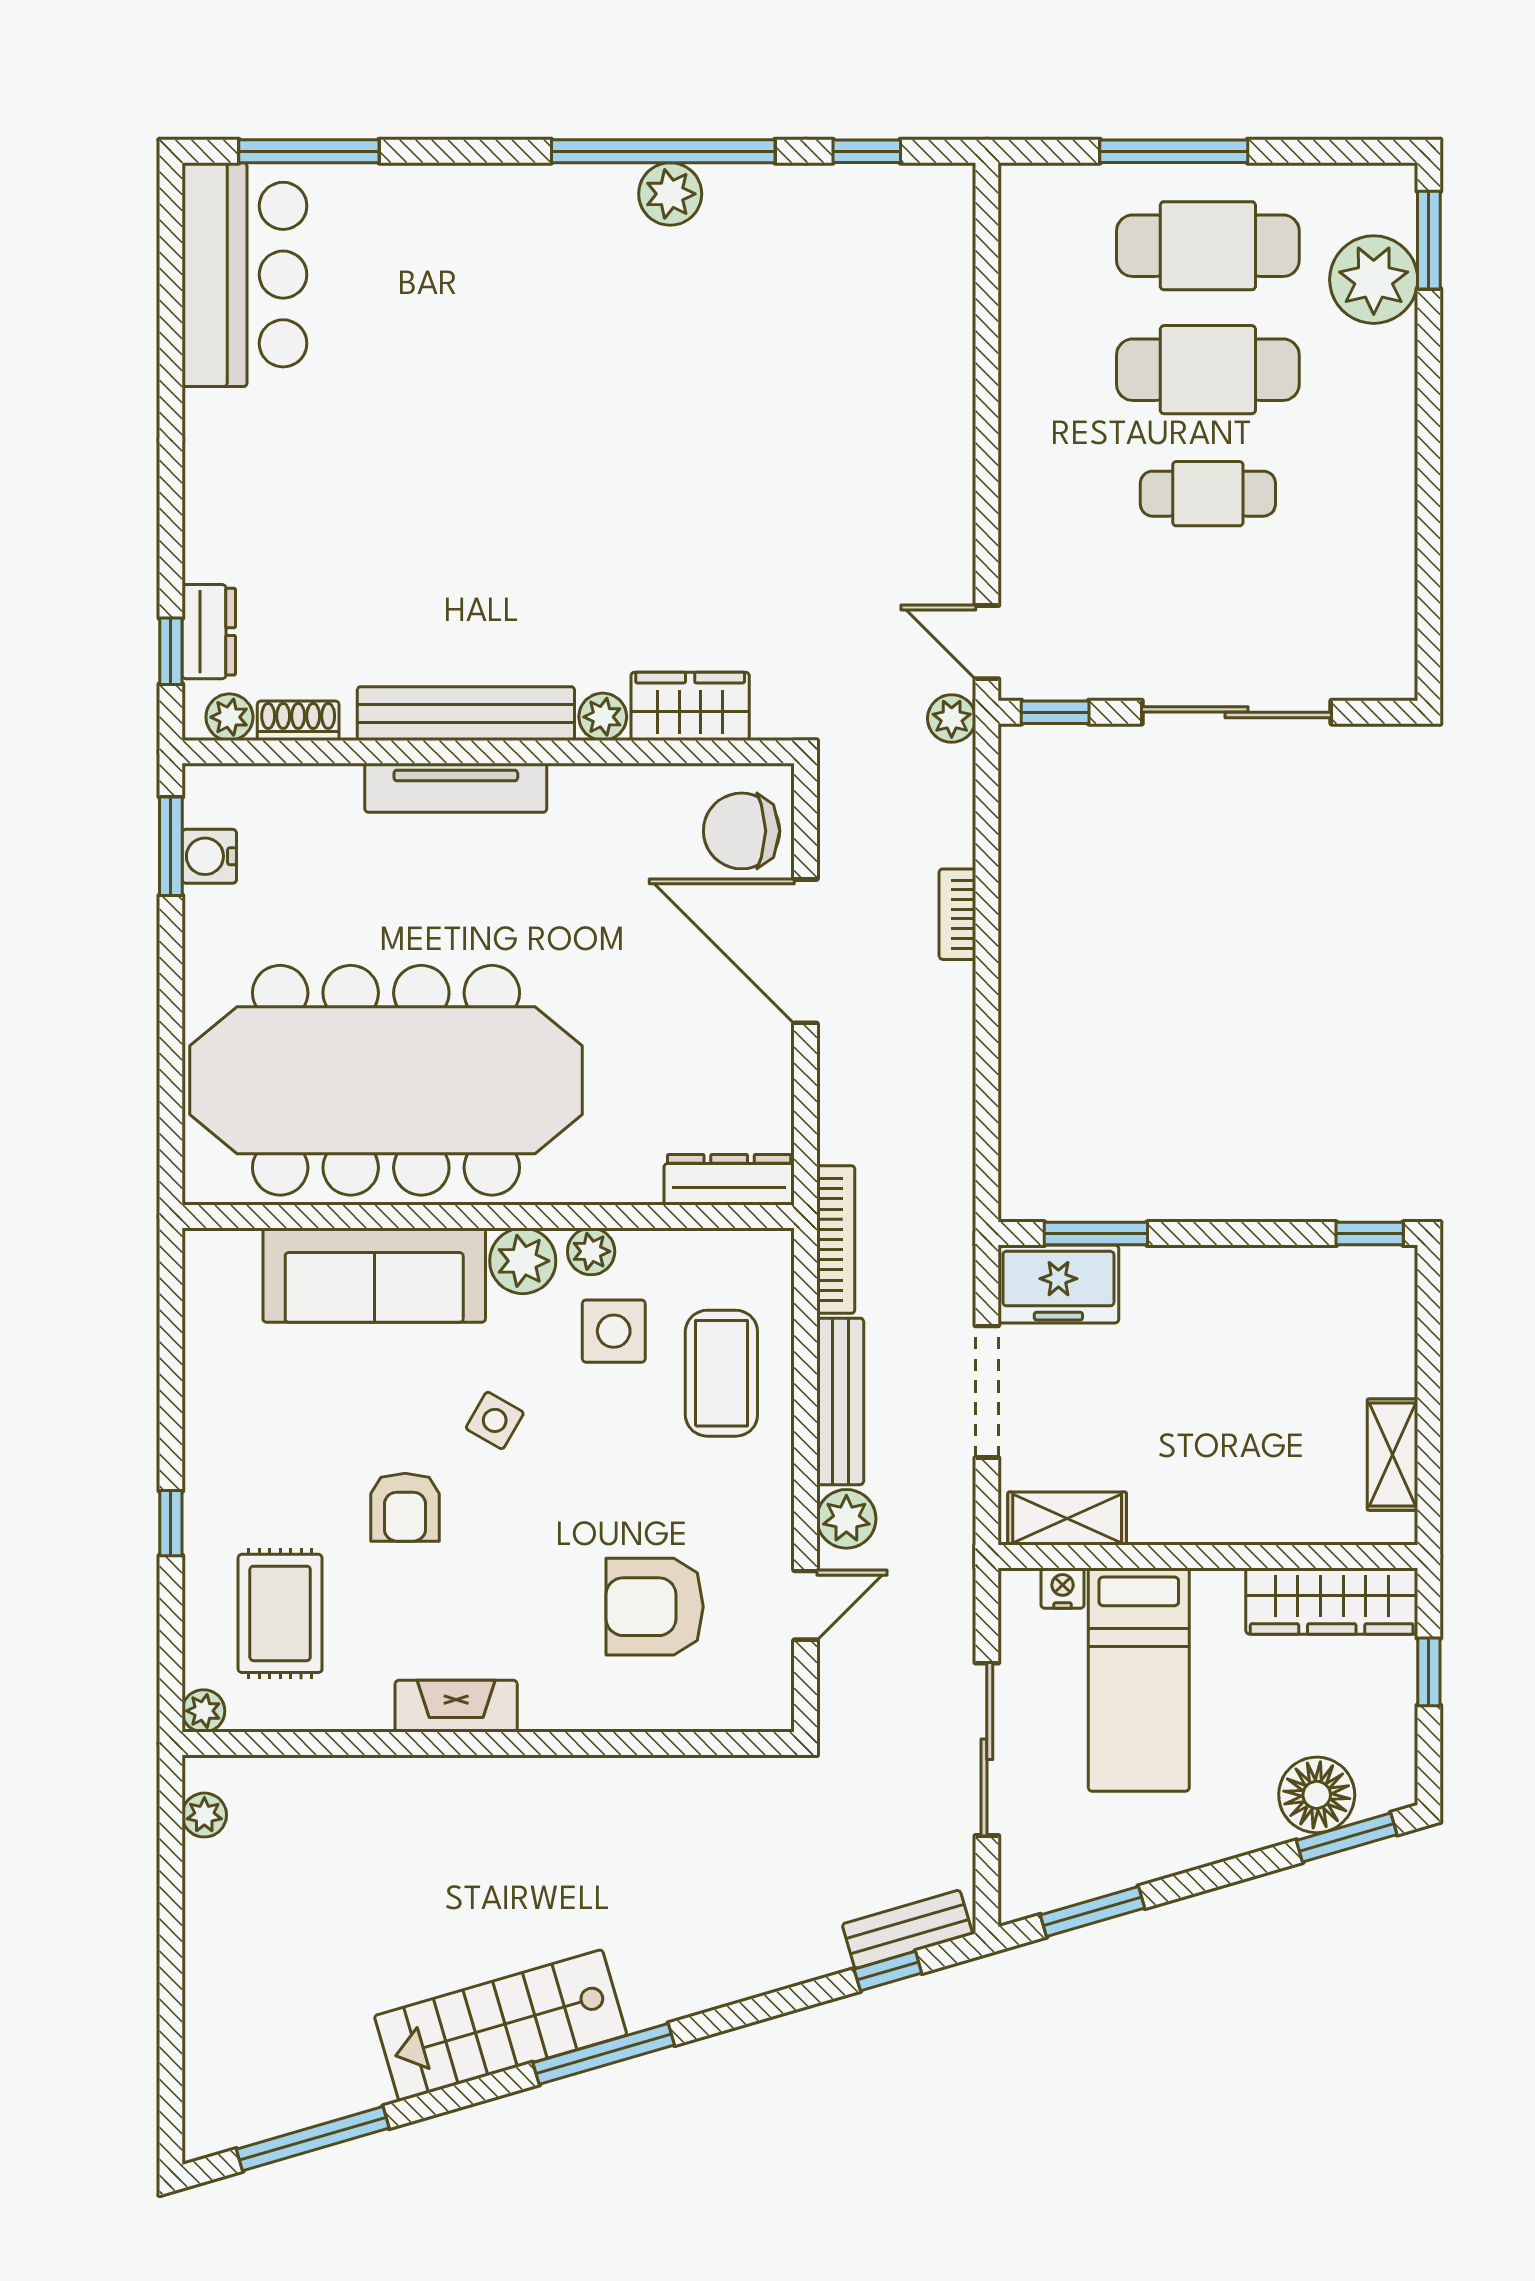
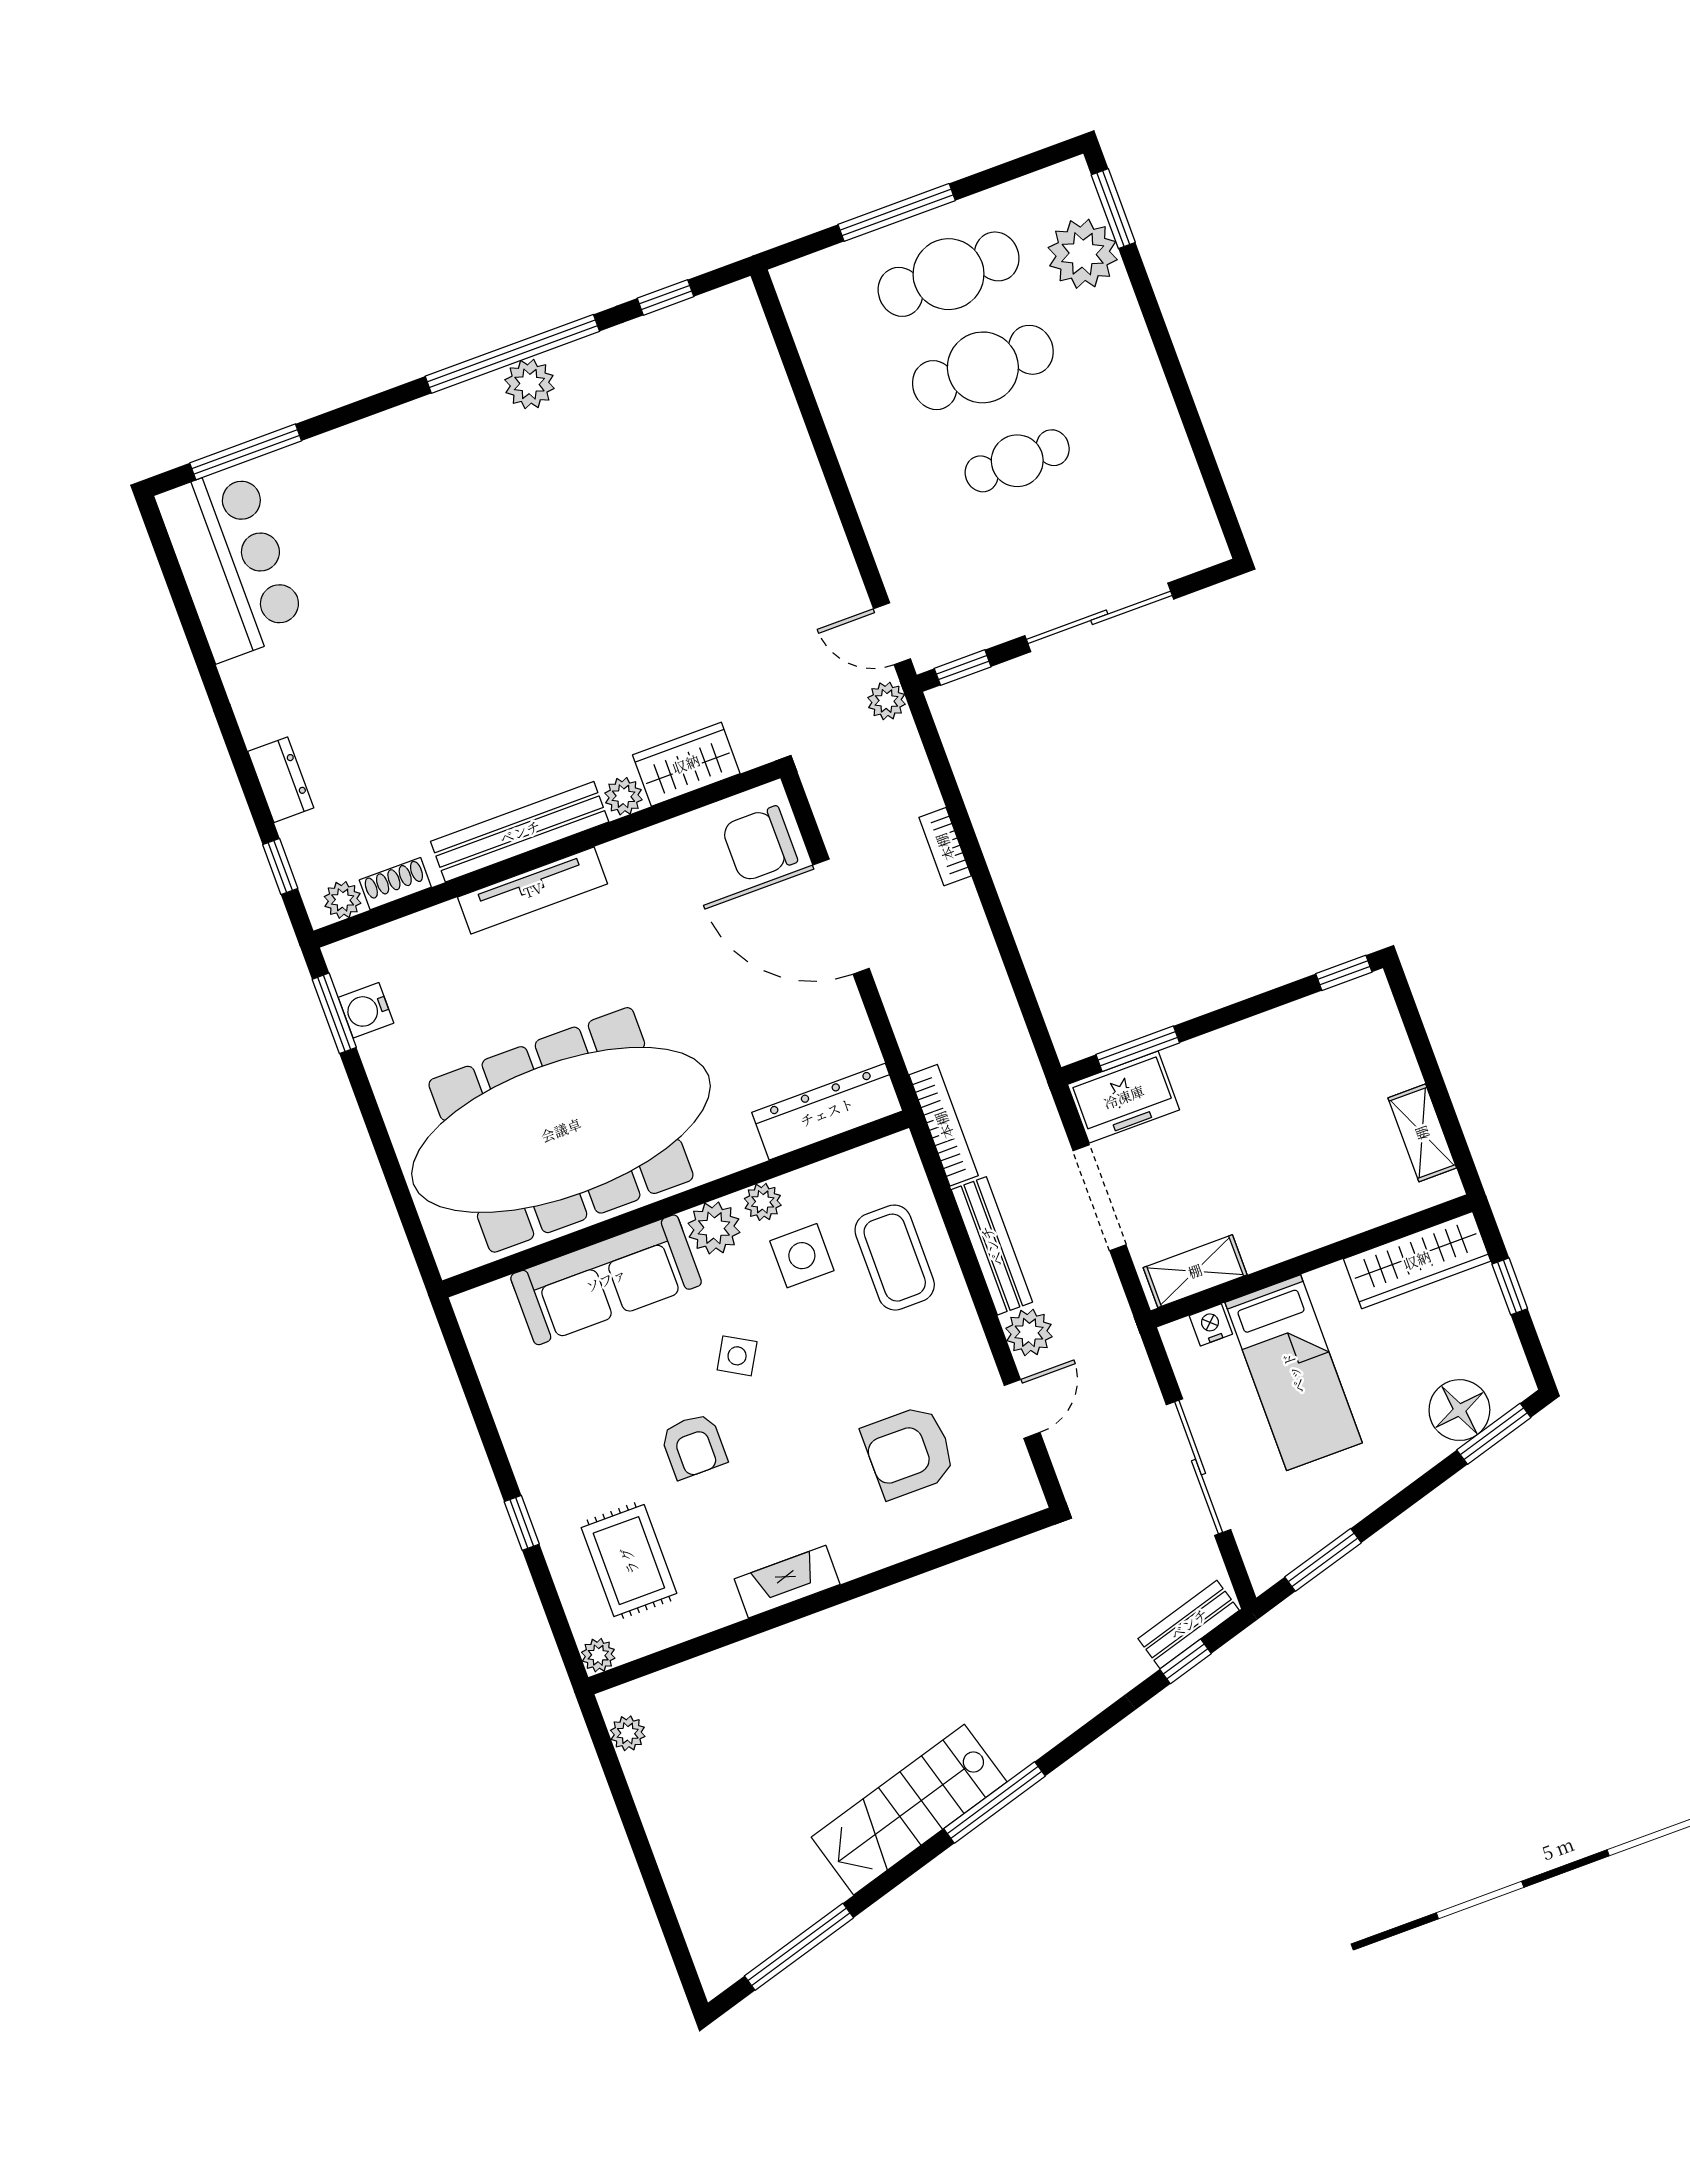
dresser: (209, 632) -> (281, 780), moved
dresser: (729, 1180) -> (827, 1112), width x1.37, depth x1.24

